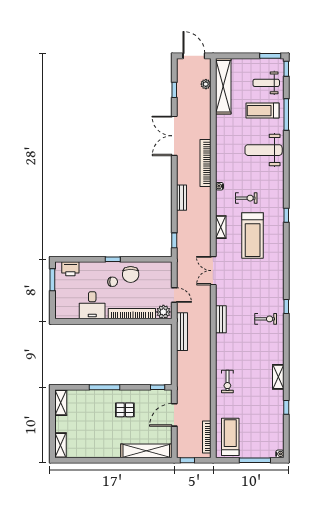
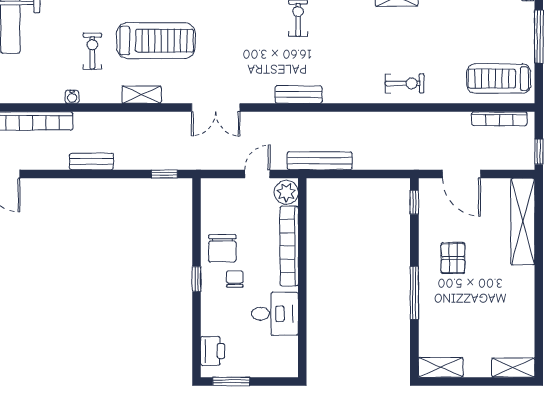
chair: (131, 274) -> (222, 248), turned 90

